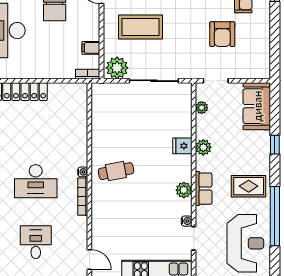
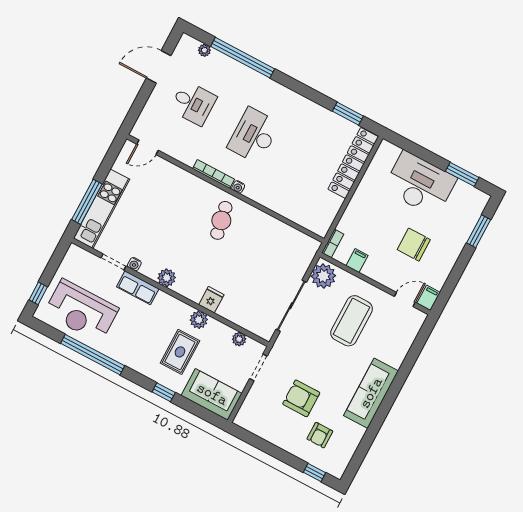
rug: (249, 186) -> (180, 352), moved
row of seats: (204, 189) -> (138, 288), moved

